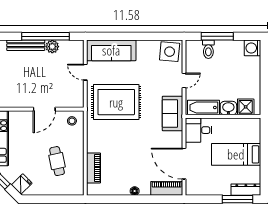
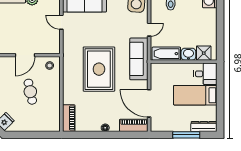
rug: (116, 102) -> (99, 69), moved, turned 90
sofa: (173, 114) -> (139, 59), width x1.36
desk: (199, 130) -> (205, 74), moved, turned 180
cafe table: (57, 161) -> (30, 92), moved
piano: (94, 168) -> (69, 118), moved
window: (237, 199) -> (186, 135), moved

